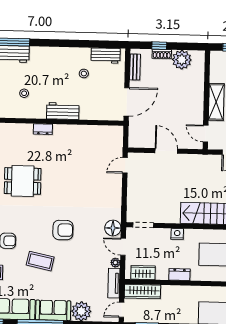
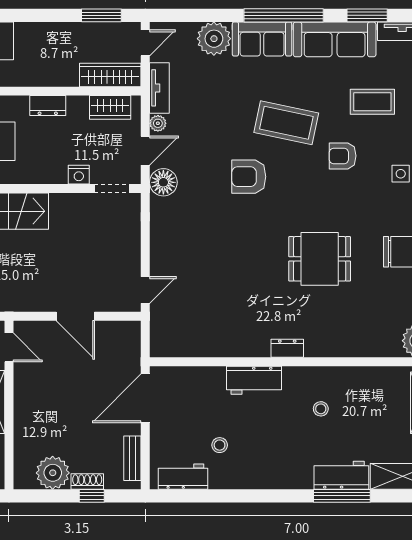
nightstand: (177, 234) -> (79, 175), moved
door: (123, 247) -> (145, 151), hinge flipped
coffee table: (40, 261) -> (286, 123), width x1.36, depth x1.32

